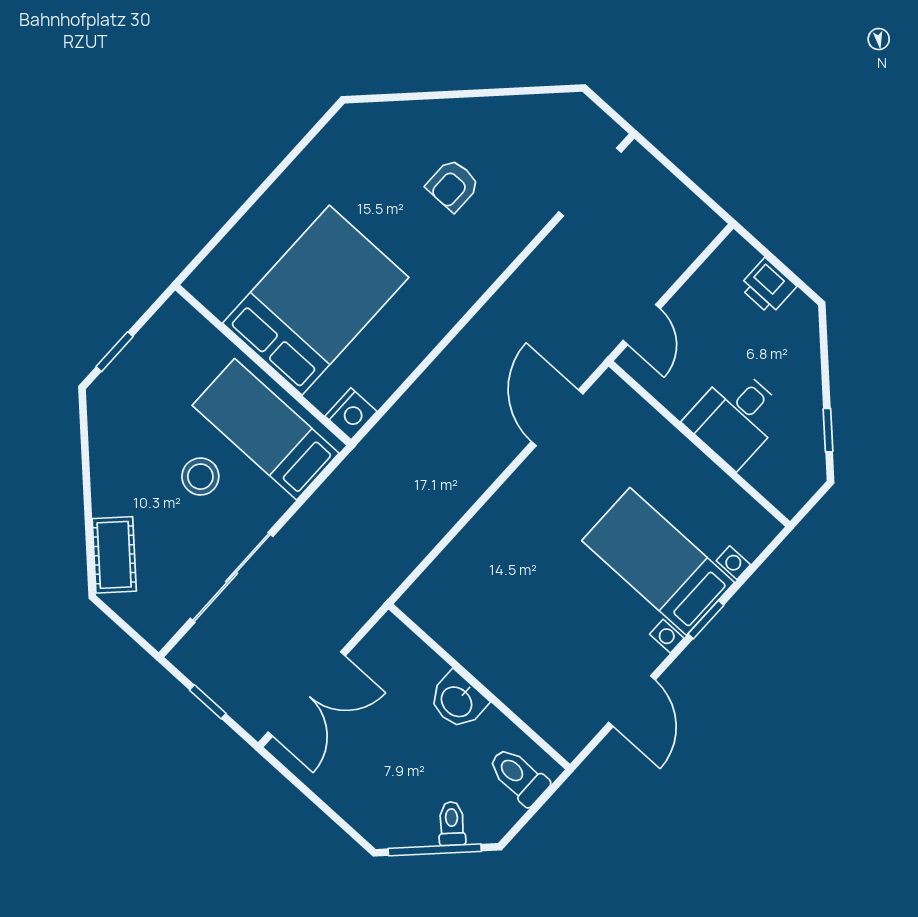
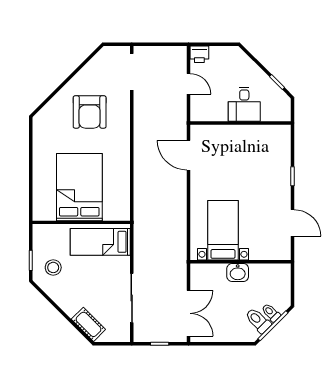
armchair: (453, 185) -> (90, 112), width x1.88, depth x1.88
printer: (768, 287) -> (199, 54), moved
door: (642, 325) -> (188, 84), moved
nightstand: (351, 414) -> (123, 213), removed
stool: (200, 477) -> (53, 267), moved
bed with nightstands: (658, 561) -> (223, 230), moved, turned 90
toilet: (518, 776) -> (258, 320), moved, turned 45

